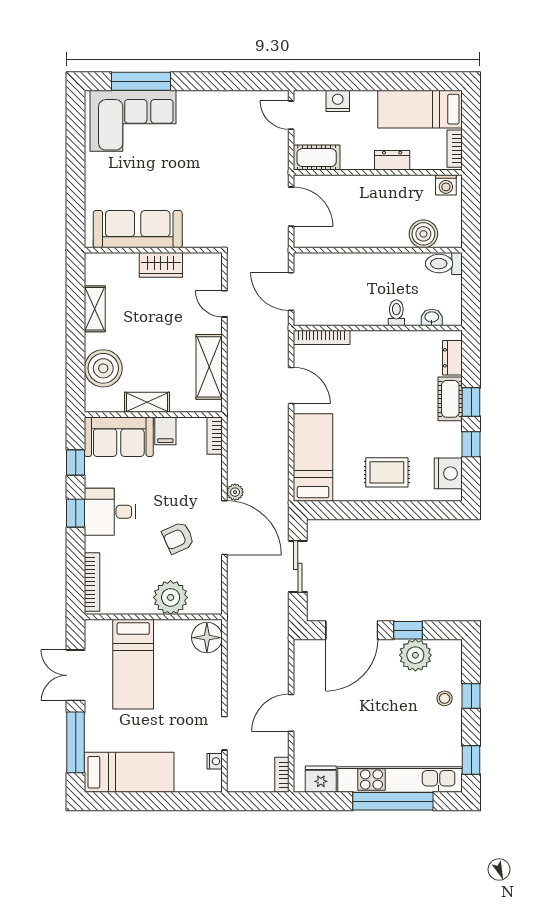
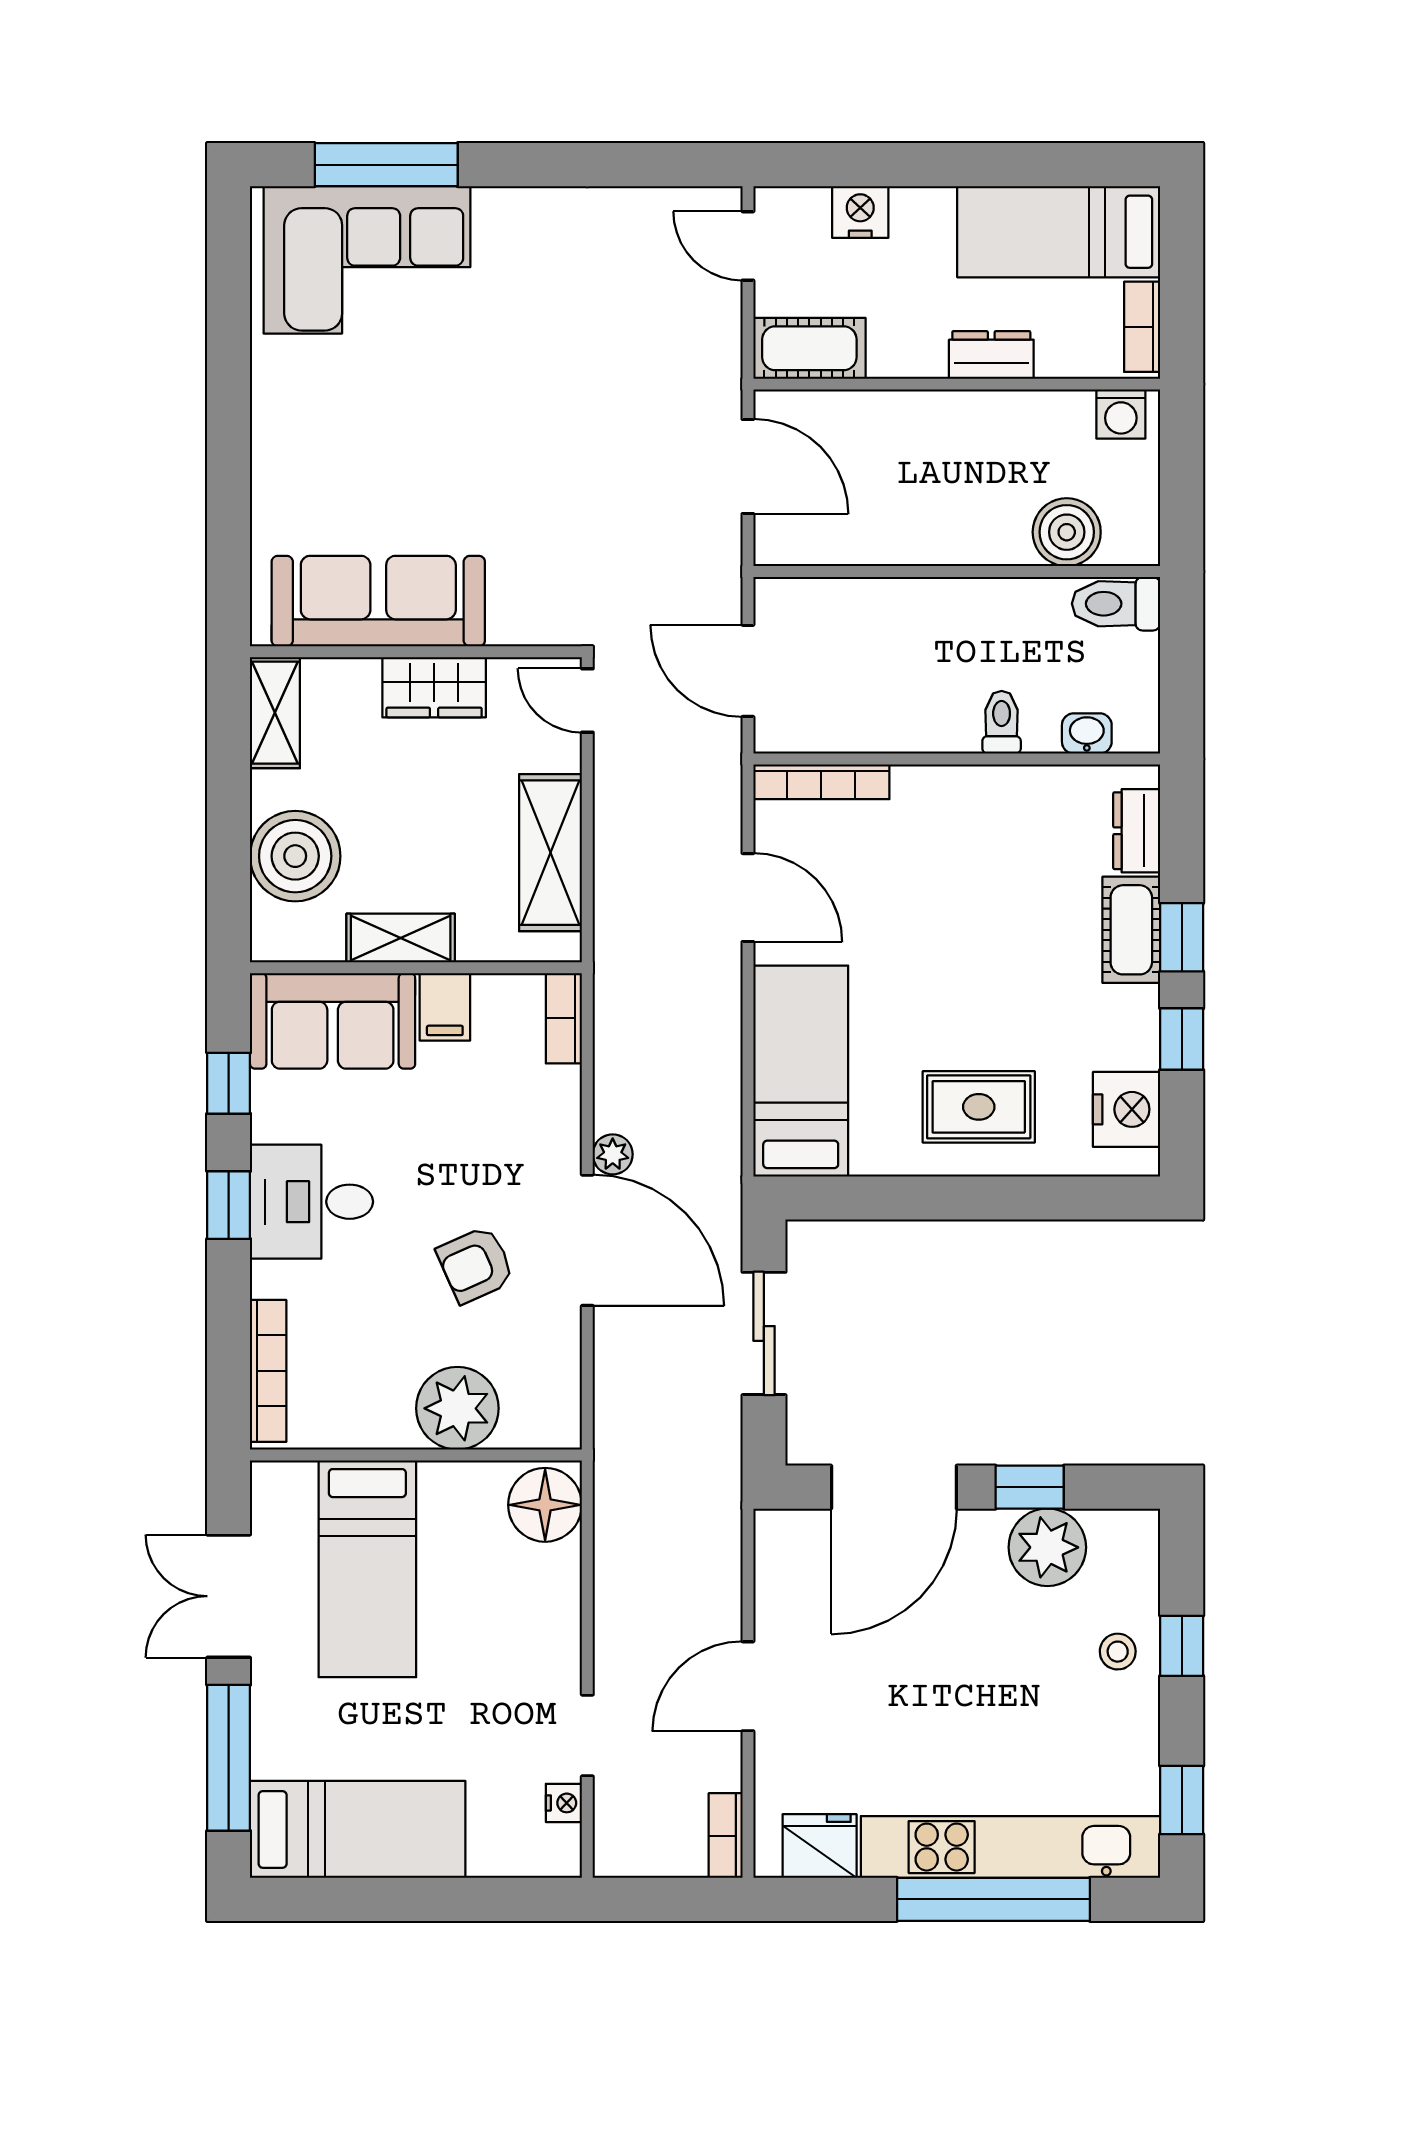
sofa: (138, 229) -> (378, 601), moved
wall: (153, 250) -> (416, 652), moved
wardrobe: (161, 265) -> (434, 687), moved

